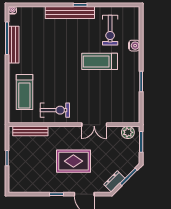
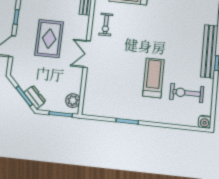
water cooler: (134, 46) -> (205, 122), moved
exercise bike: (55, 110) -> (106, 25), width x0.73, depth x0.72
double door: (94, 125) -> (87, 54), moved
dresser: (114, 181) -> (35, 97), moved

